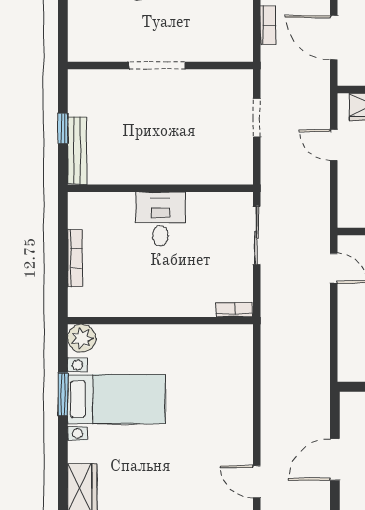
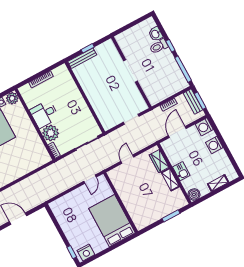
door: (334, 145) -> (127, 159), moved
desk: (160, 219) -> (44, 114), moved, turned 180
plant: (196, 298) -> (51, 133), added

